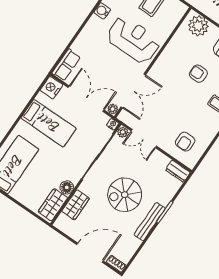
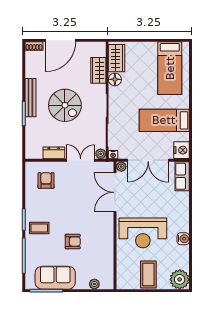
plant: (198, 26) -> (94, 284), width x0.53, depth x0.53
dresser: (178, 171) -> (54, 153), moved
spiral stairs: (125, 195) -> (65, 105), turned 90

